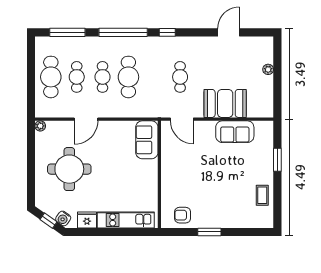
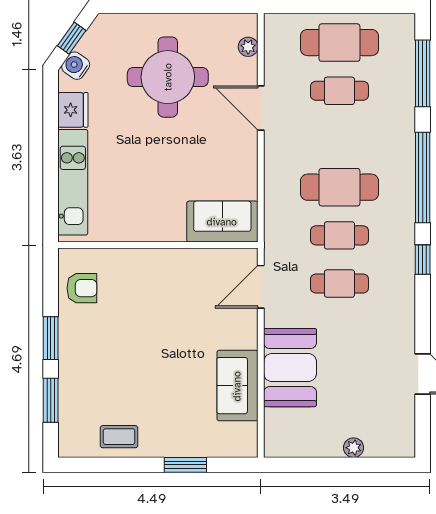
cafe table: (103, 77) -> (339, 235), moved
plant: (40, 126) -> (248, 47), moved
armchair: (183, 215) -> (82, 288), turned 90
window: (243, 232) -> (51, 400), added

